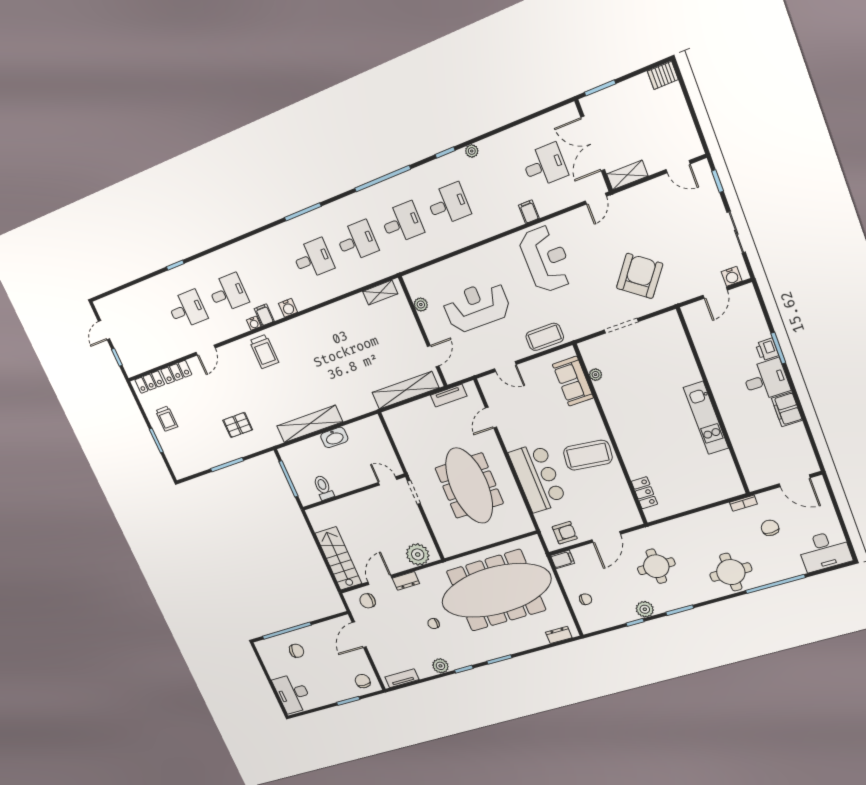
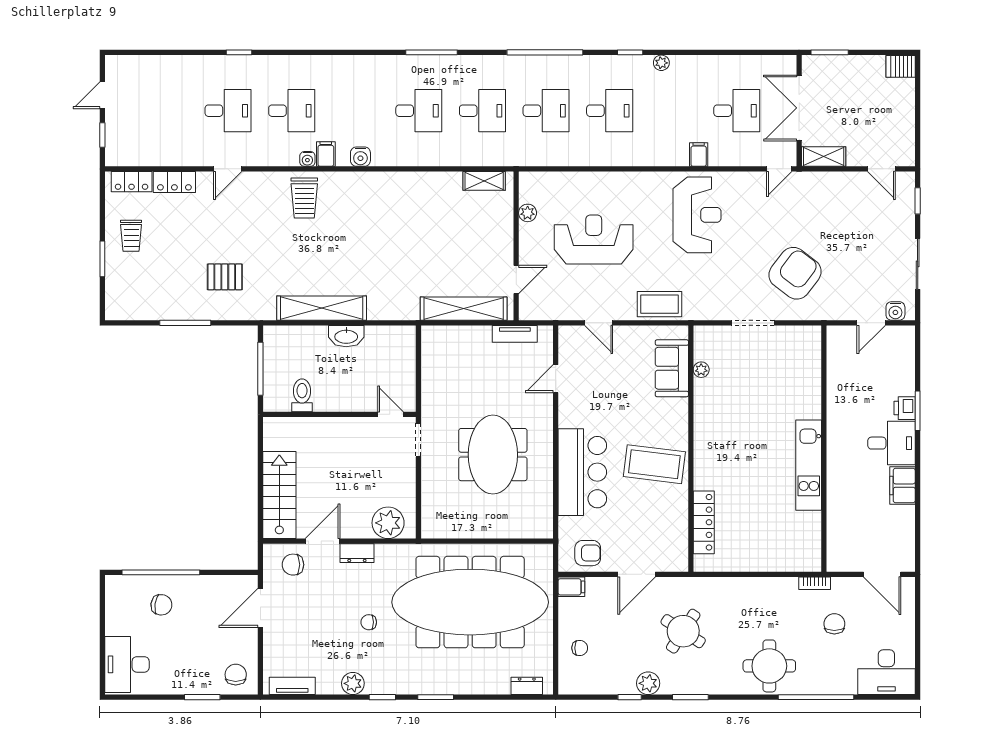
meeting table: (469, 486) -> (493, 455), width x0.73
locker: (644, 493) -> (704, 522), width x1.53
round table: (656, 566) -> (683, 631), turned 33

